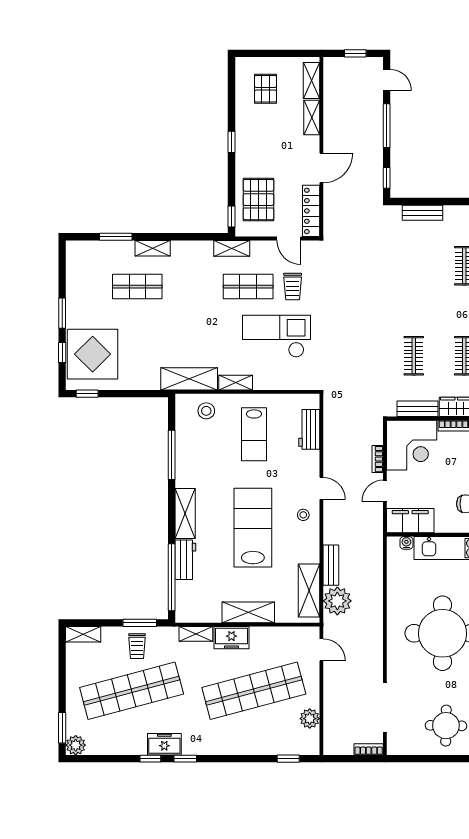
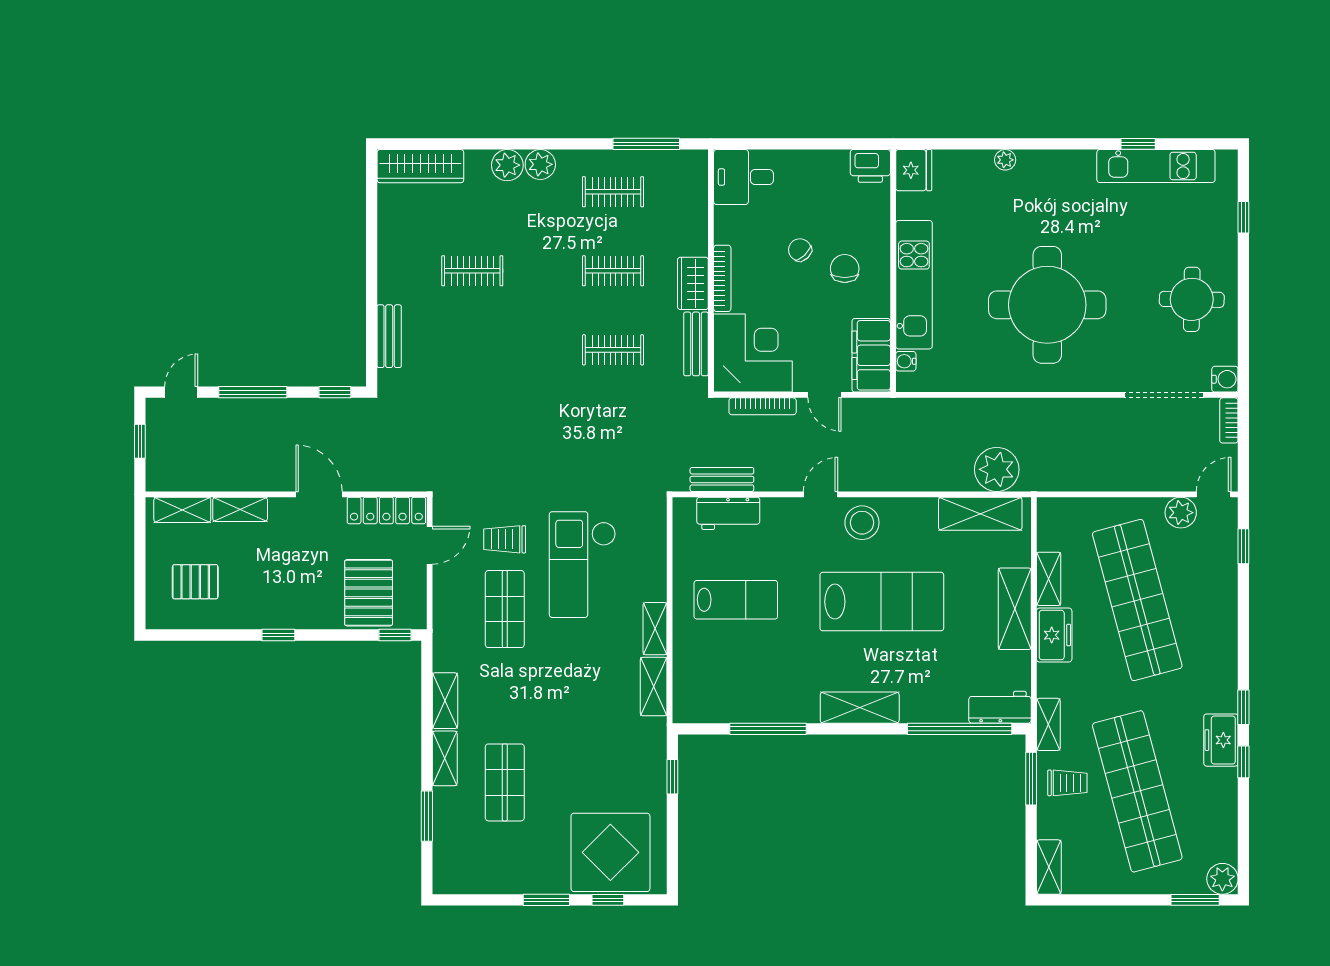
pallet: (258, 200) -> (369, 593), turned 90
shelving: (232, 248) -> (445, 701), moved
trolley: (293, 287) -> (505, 539), turned 180
shelving: (189, 379) -> (654, 687), width x0.67, depth x0.75
window: (87, 394) -> (672, 777), moved
stool: (206, 411) -> (699, 674), removed
bookcase: (378, 459) -> (763, 406), width x1.56
stool: (303, 515) -> (862, 523), width x1.89, depth x1.89
lab bench: (253, 528) -> (882, 602), turned 180
workbench: (185, 560) -> (1000, 707), moved
bench: (331, 565) -> (722, 479), moved
shelving: (196, 634) -> (1048, 724), moved
shelving: (267, 634) -> (1049, 579), added
door: (321, 650) -> (1214, 494), moved
water cooler: (395, 747) -> (1225, 379), added

